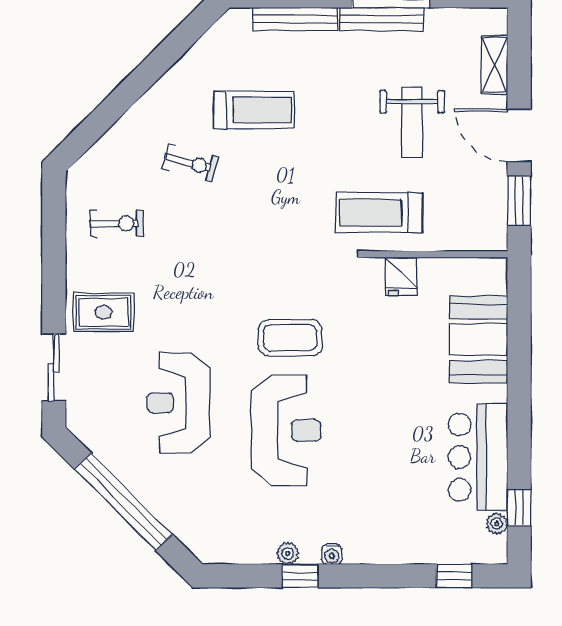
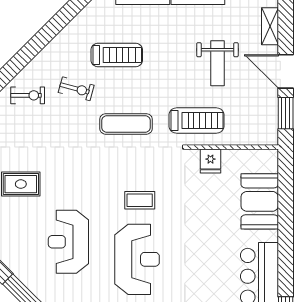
treadmill: (379, 213) -> (196, 121), turned 180
exercise mat: (269, 218) -> (126, 124), added
exercise bike: (117, 223) -> (28, 95), moved
coffee table: (290, 338) -> (140, 200), width x0.73, depth x0.77

